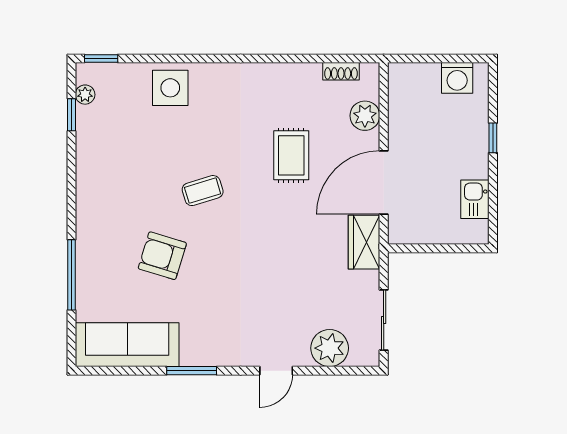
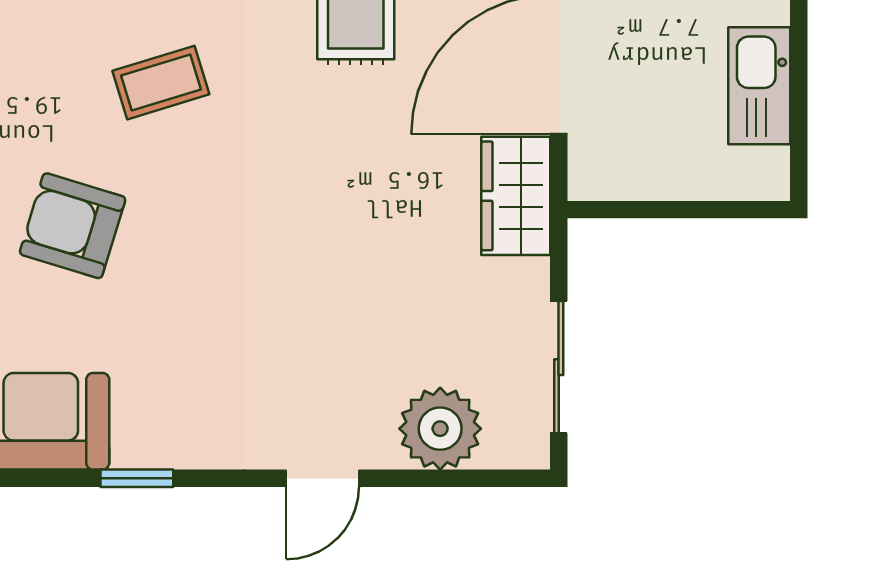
kitchen sink: (475, 199) -> (759, 86), width x1.38
window: (192, 371) -> (137, 478), width x0.67

